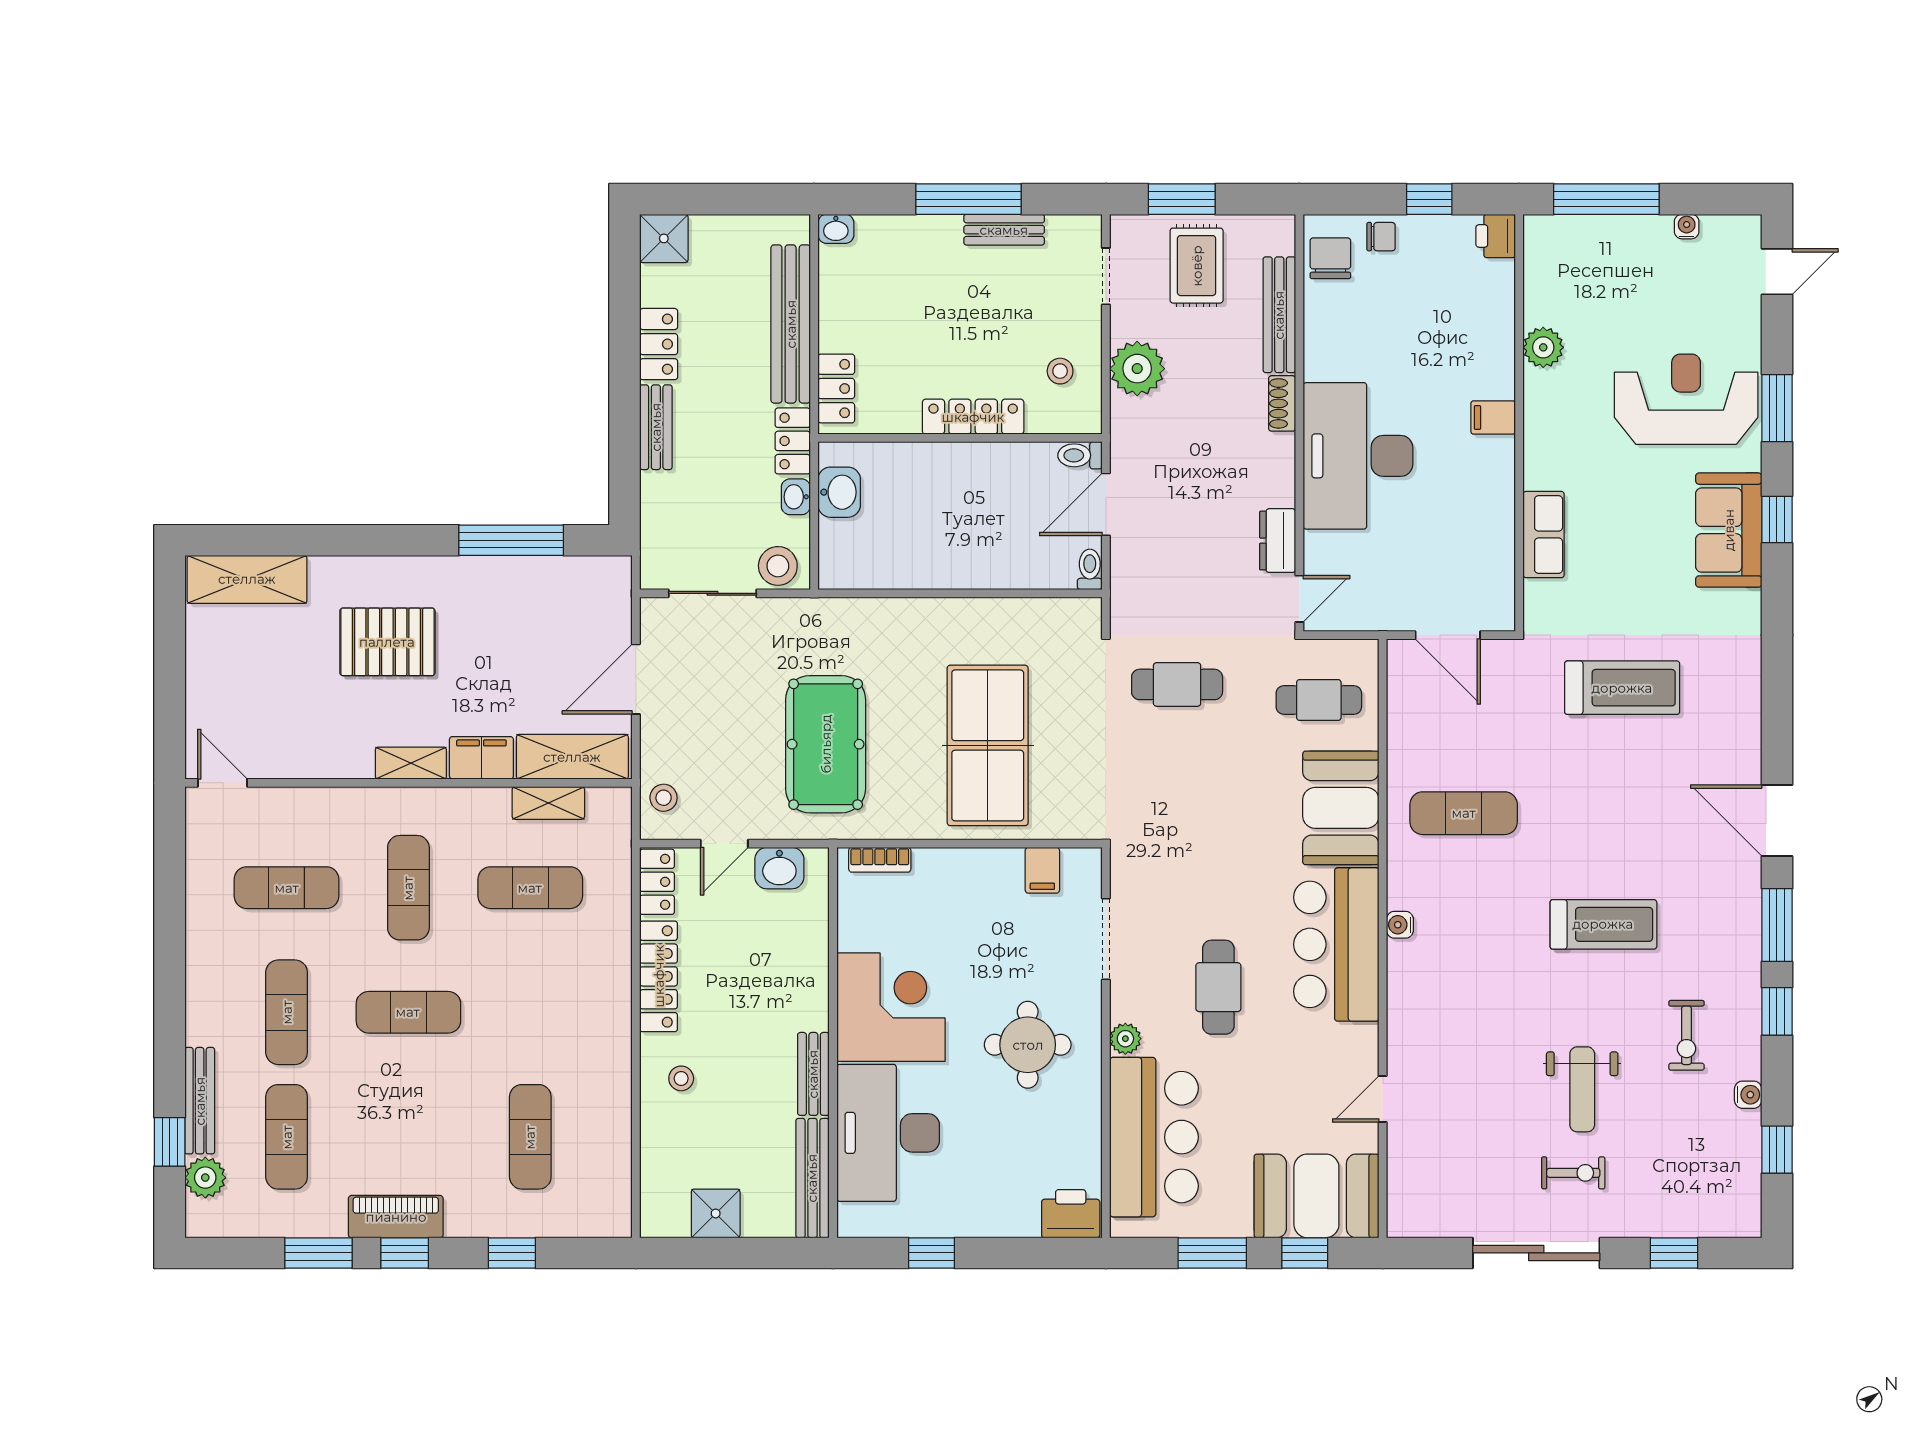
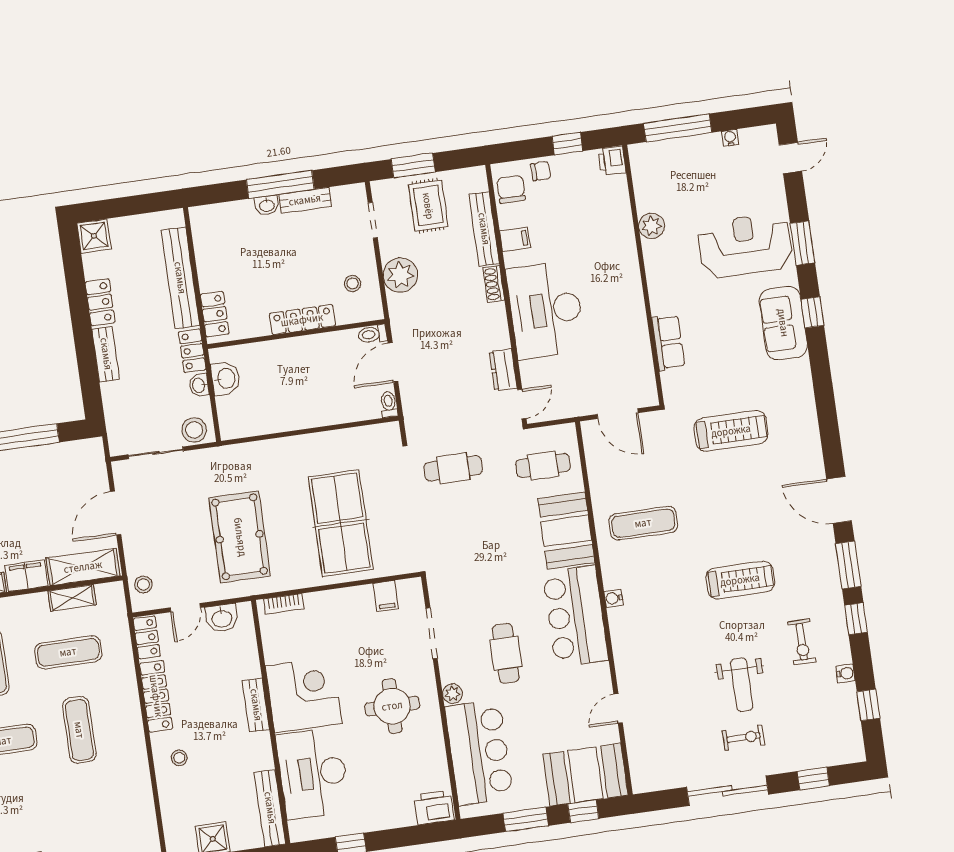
washbasin: (836, 229) -> (267, 205), moved
filing cabinet: (1493, 417) -> (515, 239), moved, turned 180
bench: (813, 1074) -> (256, 705), moved
exercise mat: (530, 1137) -> (79, 730), moved

